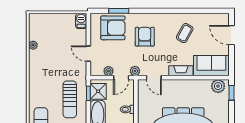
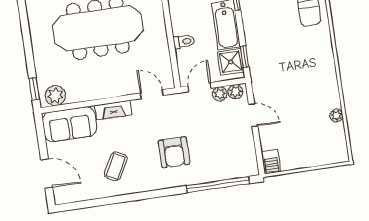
window: (119, 11) -> (218, 185), width x2.11
armchair: (113, 28) -> (223, 159), removed
plant: (135, 71) -> (235, 92), moved
sun lounger: (70, 99) -> (271, 44), removed

